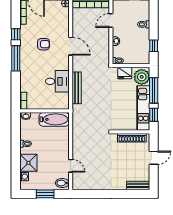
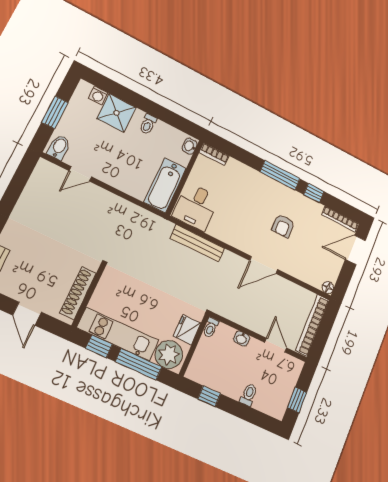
desk: (57, 81) -> (196, 207), moved

